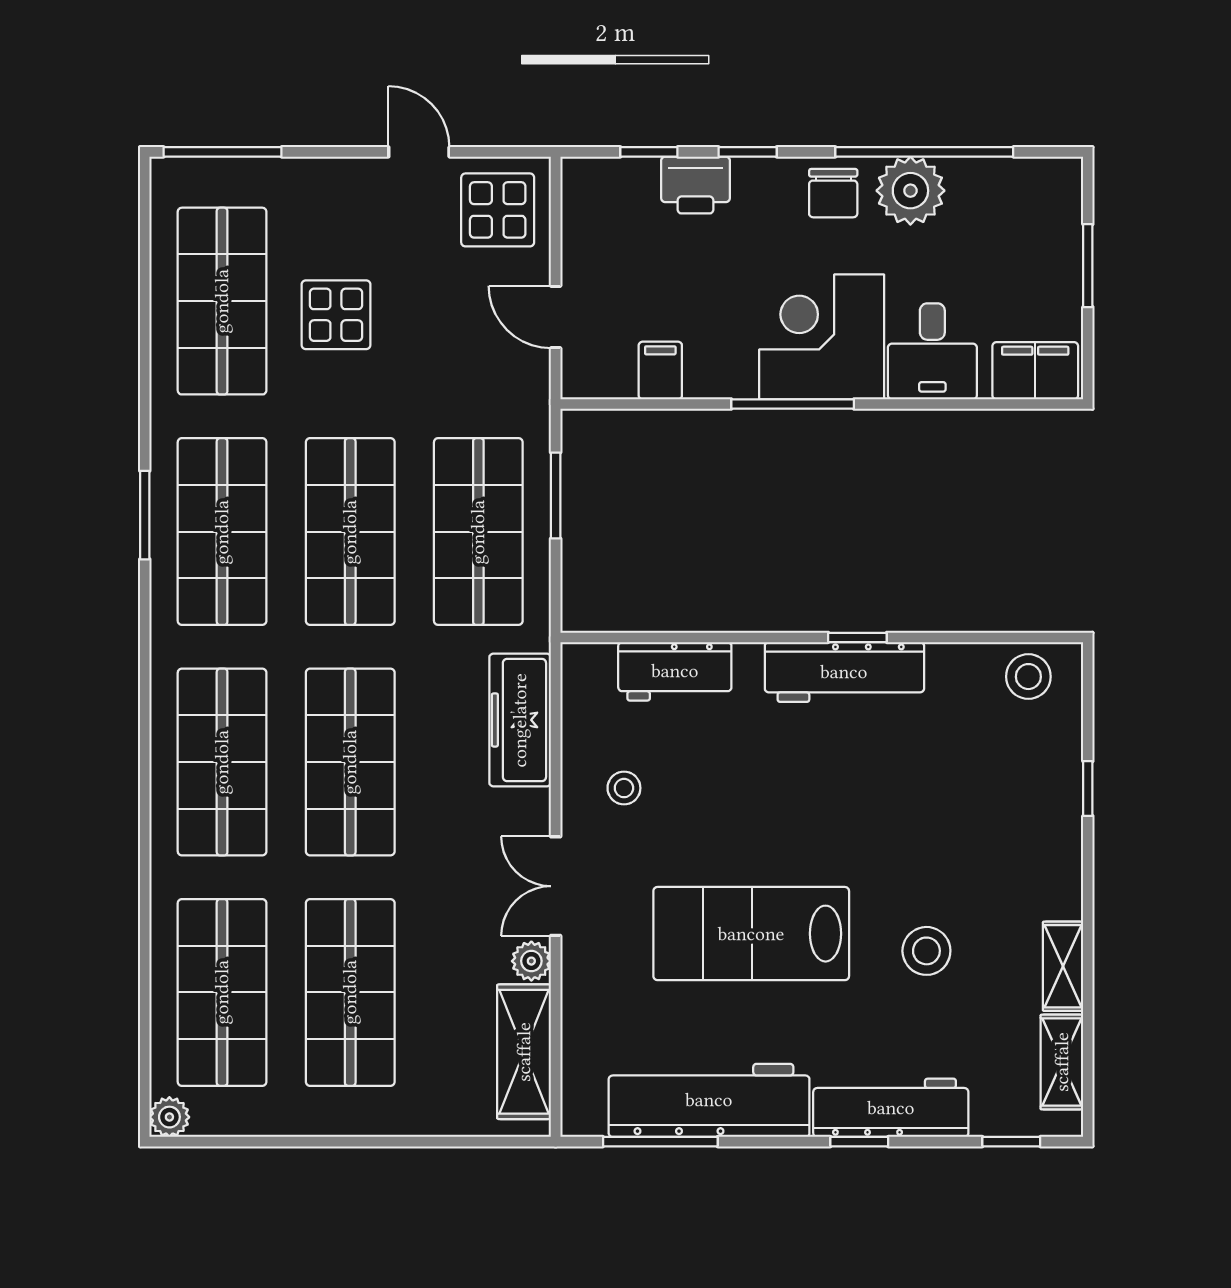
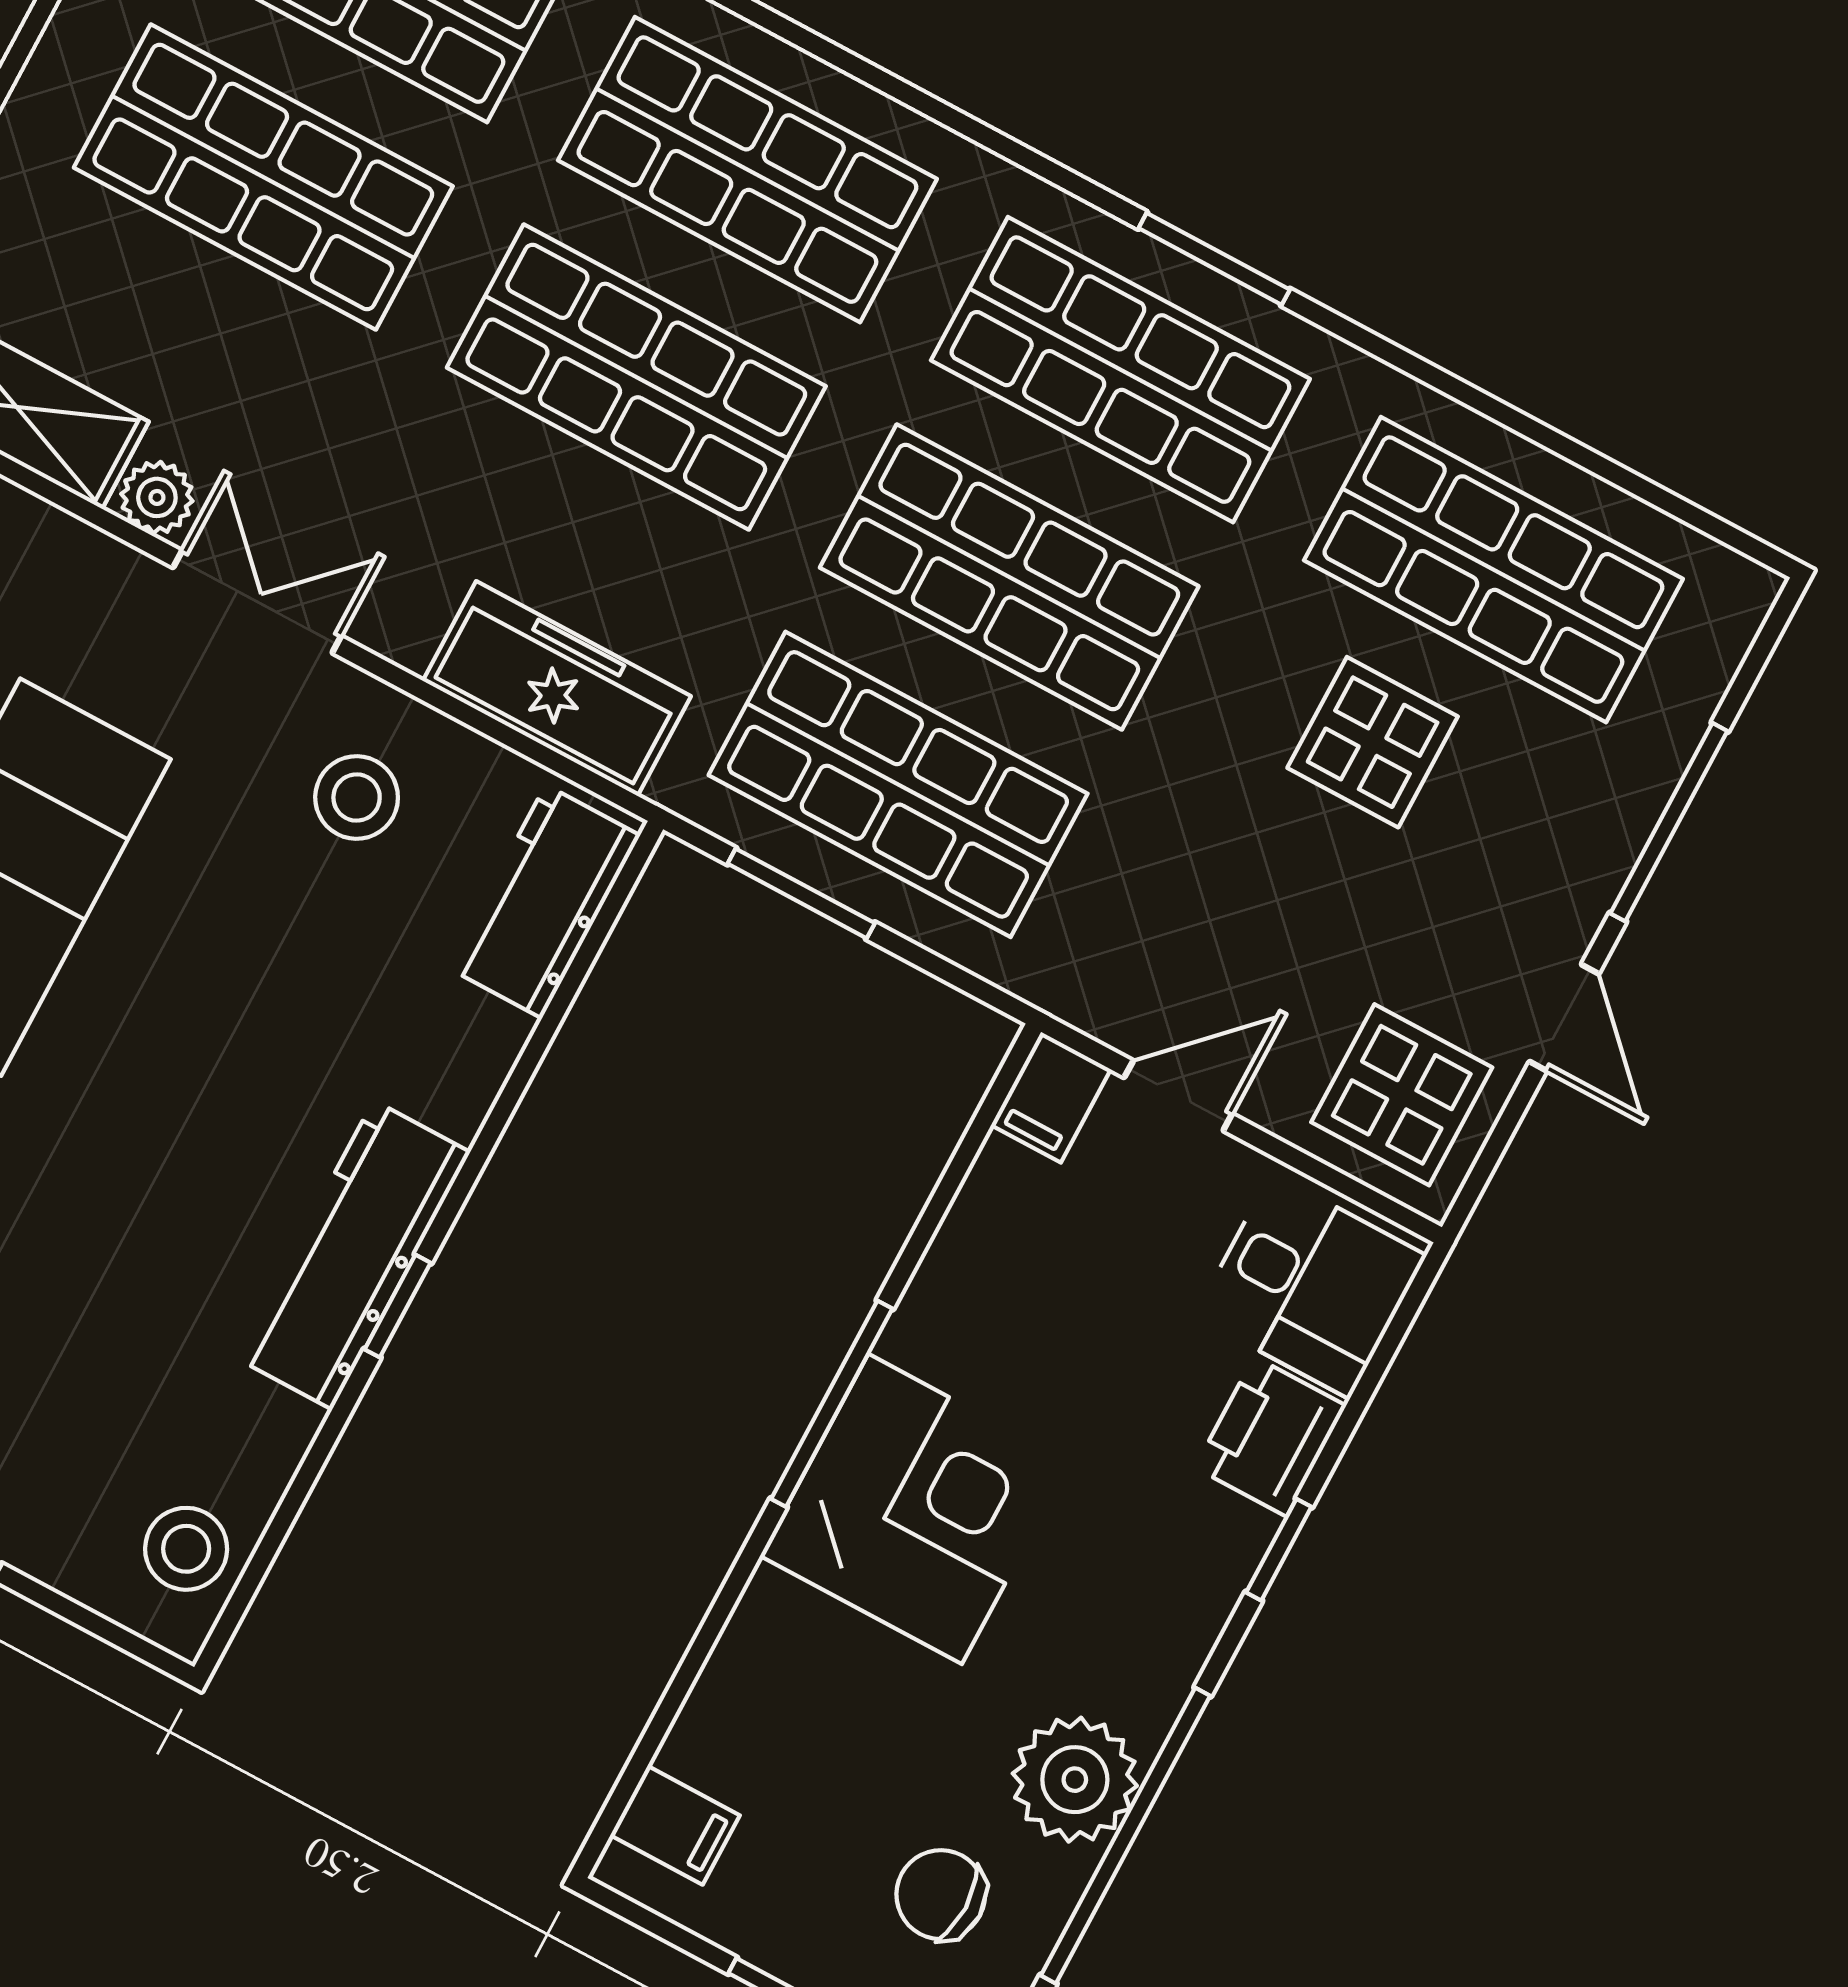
window: (223, 152) -> (1669, 822), moved
door: (419, 152) -> (1564, 1018), hinge flipped
window: (649, 152) -> (1364, 1390), removed
chair: (833, 193) -> (941, 1895), moved
desk: (932, 351) -> (1311, 1286), moved, turned 180
filing cabinet: (660, 370) -> (1051, 1097), moved, turned 90
filing cabinet: (1035, 371) -> (675, 1825), width x0.50
window: (556, 496) -> (801, 893), moved
workbench: (675, 671) -> (544, 902), moved
stool: (624, 788) -> (357, 797), width x1.37, depth x1.37

